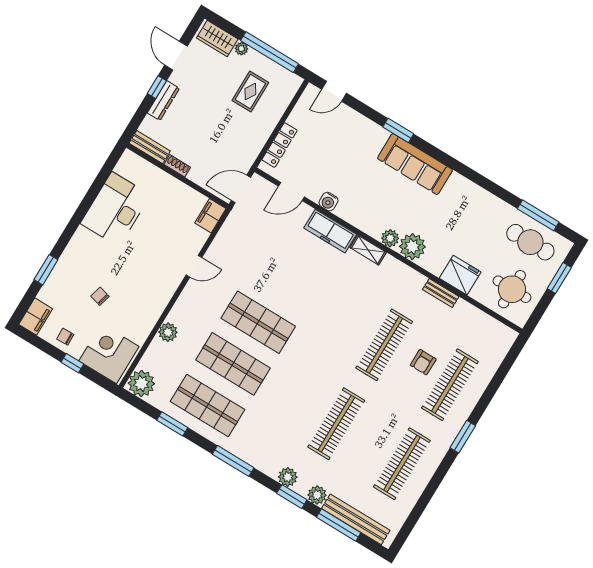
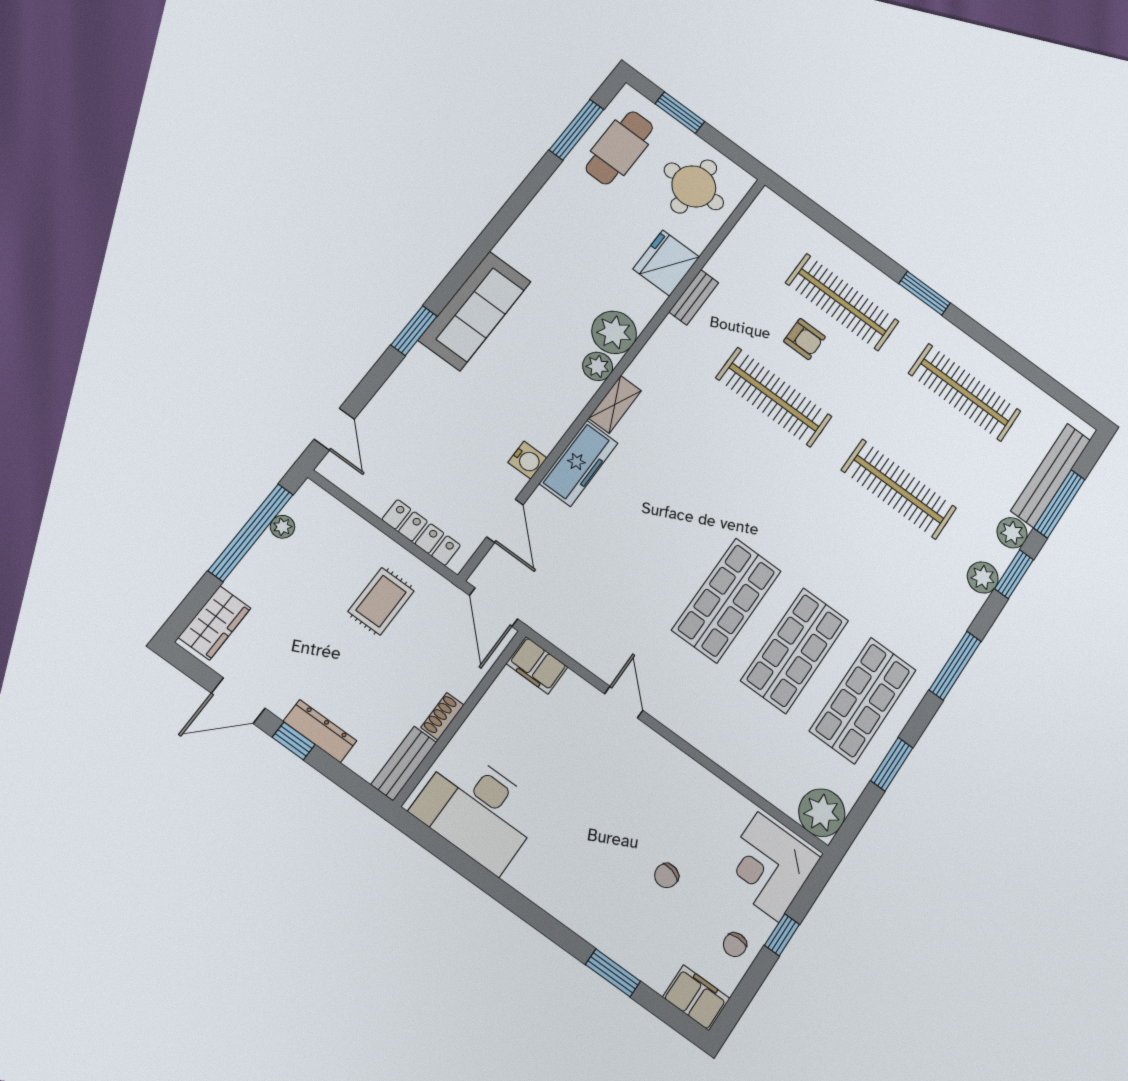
plant: (241, 49) -> (282, 527), moved
rug: (250, 92) -> (381, 601), moved, turned 90
desk: (115, 209) -> (478, 810), moved
plant: (168, 332) -> (736, 758), removed

